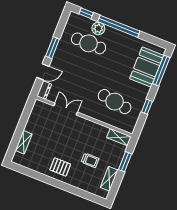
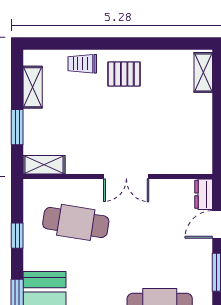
double door: (66, 109) -> (126, 176), moved
shelving: (24, 142) -> (203, 72), moved
trolley: (90, 160) -> (82, 64), moved

